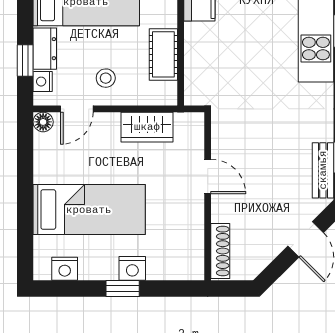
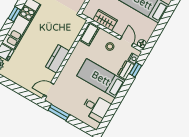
cot: (163, 54) -> (89, 34), moved
door: (77, 109) -> (127, 41), hinge flipped

